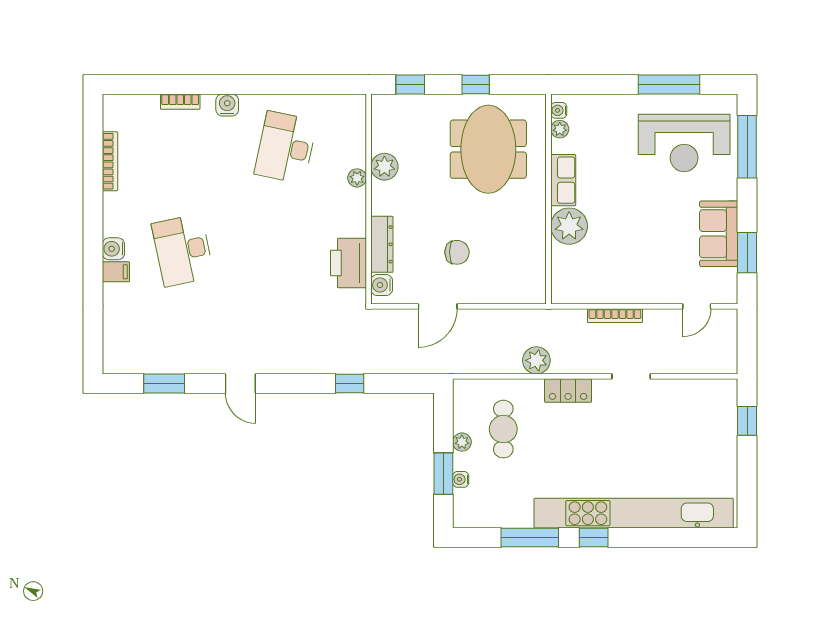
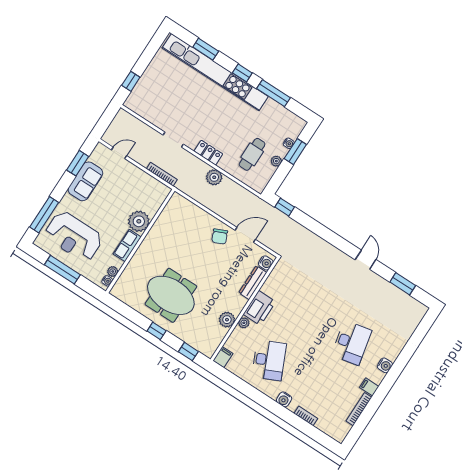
filing cabinet: (355, 109) -> (223, 357), added
water cooler: (559, 110) -> (107, 281), moved
plant: (560, 129) -> (113, 271), moved
reception desk: (684, 143) -> (74, 236), turned 180
desk: (286, 148) -> (269, 360), turned -36
meeting table: (488, 149) -> (171, 295), turned 90
row of seats: (563, 180) -> (127, 246), moved
wall: (548, 199) -> (140, 241), moved
plant: (569, 226) -> (139, 221), moved
chair: (457, 252) -> (220, 236), moved, turned -114
printer: (348, 263) -> (259, 308), moved
filing cabinet: (116, 272) -> (369, 387), moved
window: (350, 383) -> (285, 207), moved
window: (669, 538) -> (206, 49), added

